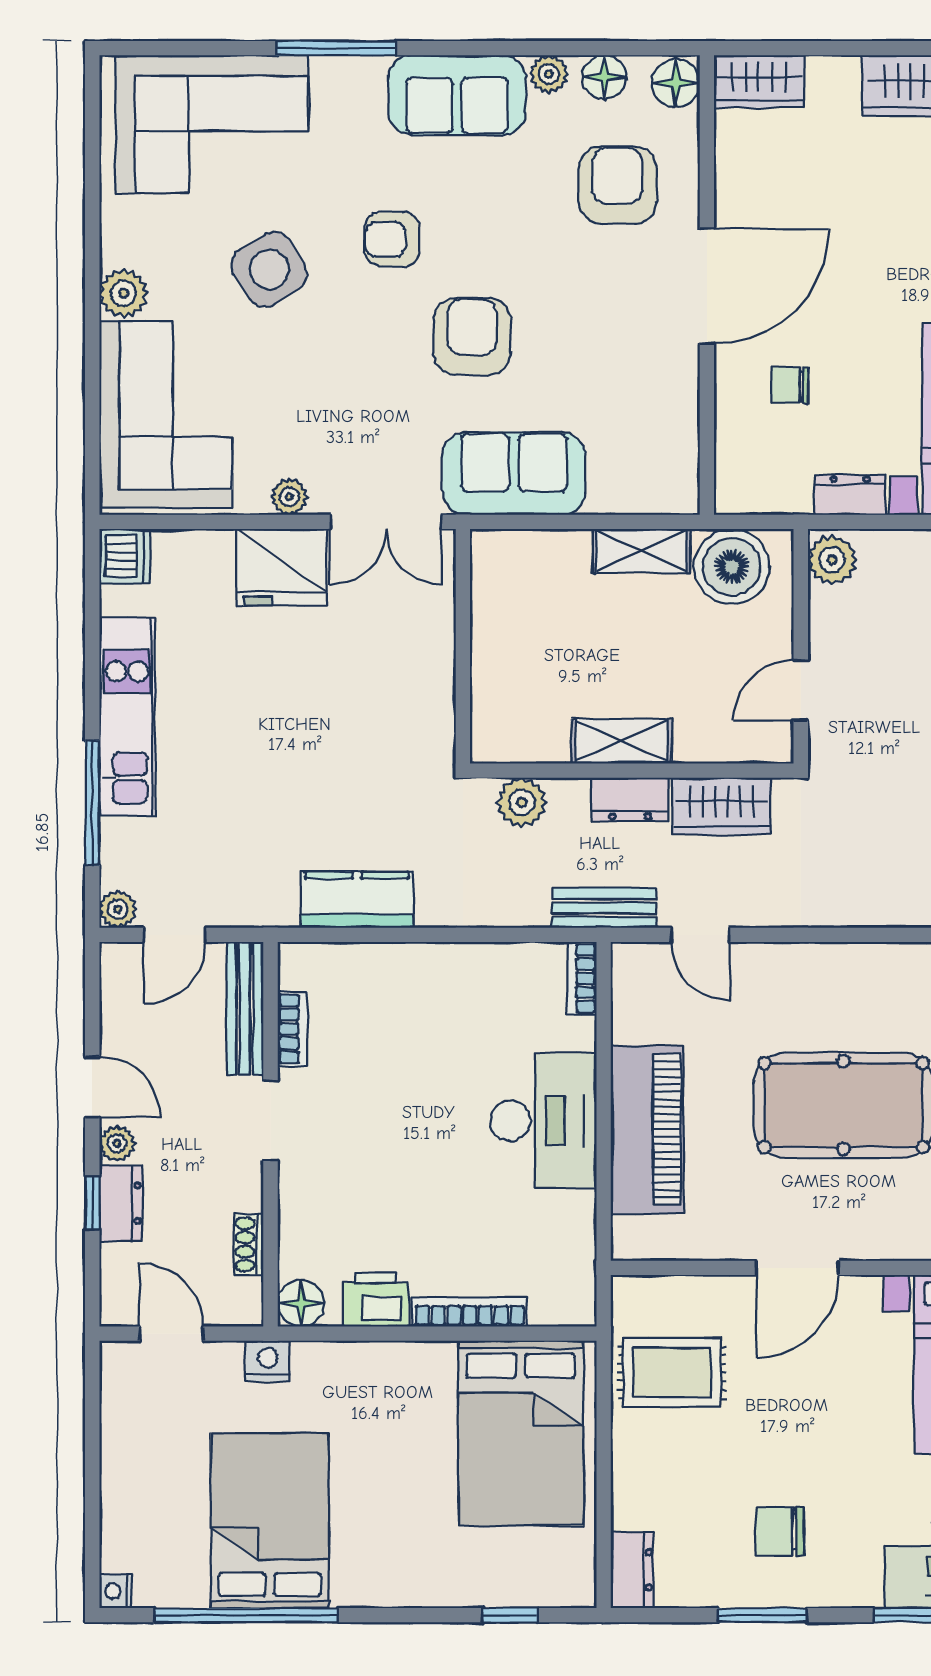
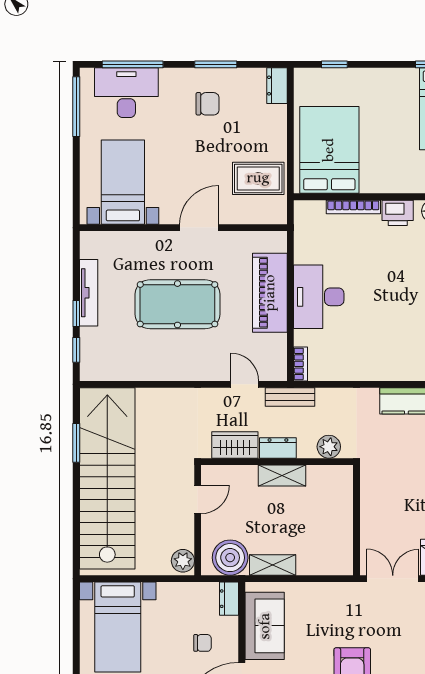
sofa: (514, 473) -> (265, 626), moved, turned -90
dresser: (850, 495) -> (229, 599), moved, turned 90

